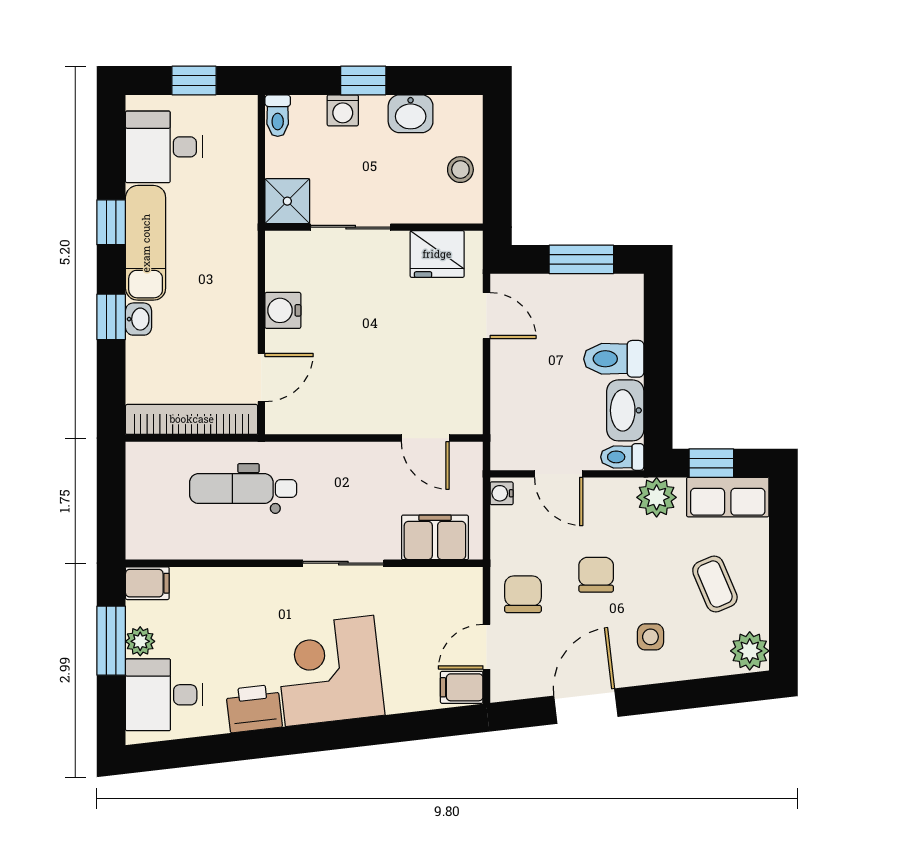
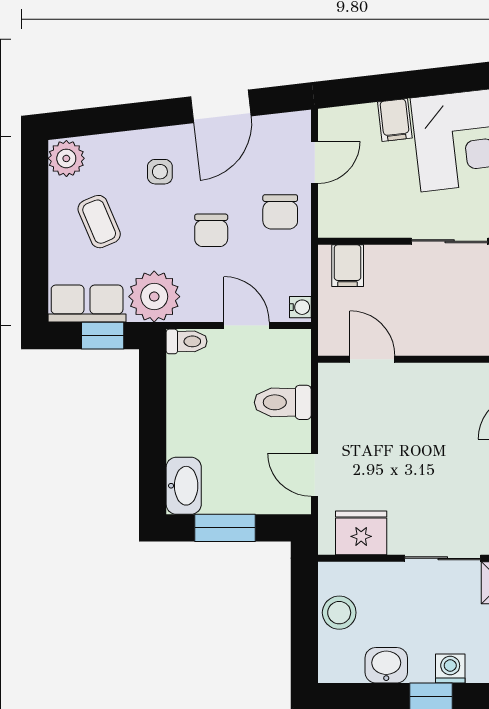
stool: (460, 170) -> (339, 613), width x1.37, depth x1.37
toilet: (614, 359) -> (283, 402), moved, turned 180
washbasin: (625, 410) -> (184, 486), moved
plant: (657, 497) -> (154, 297), width x1.36, depth x1.36
filing cabinet: (435, 537) -> (348, 266), width x0.50
filing cabinet: (462, 687) -> (395, 120), moved, turned 83

